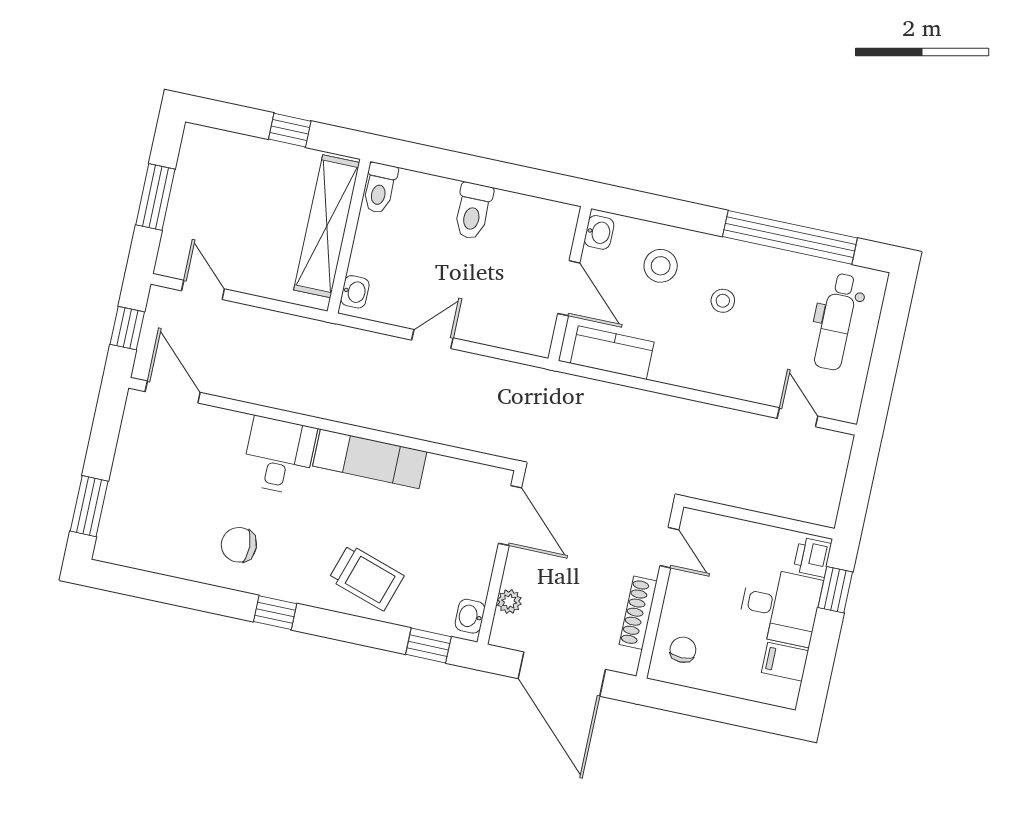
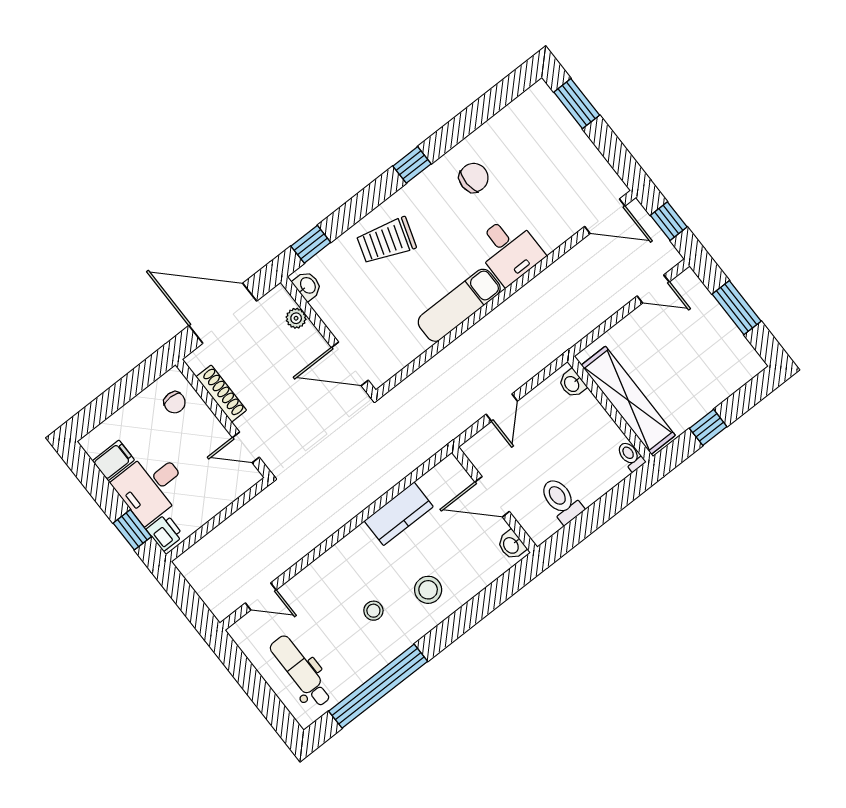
toilet: (380, 188) -> (631, 456), width x0.73, depth x0.72
washbasin: (599, 232) -> (511, 545), moved
wall: (570, 284) -> (495, 500), moved
door: (569, 288) -> (492, 497), moved

